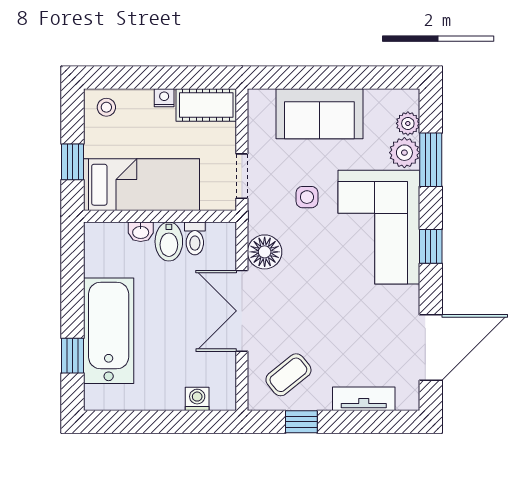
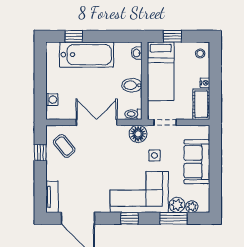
washbasin: (141, 232) -> (137, 53), moved
toilet: (195, 238) -> (133, 114), moved
floor lamp: (265, 252) -> (138, 134), moved
tv unit: (364, 399) -> (52, 197), moved

